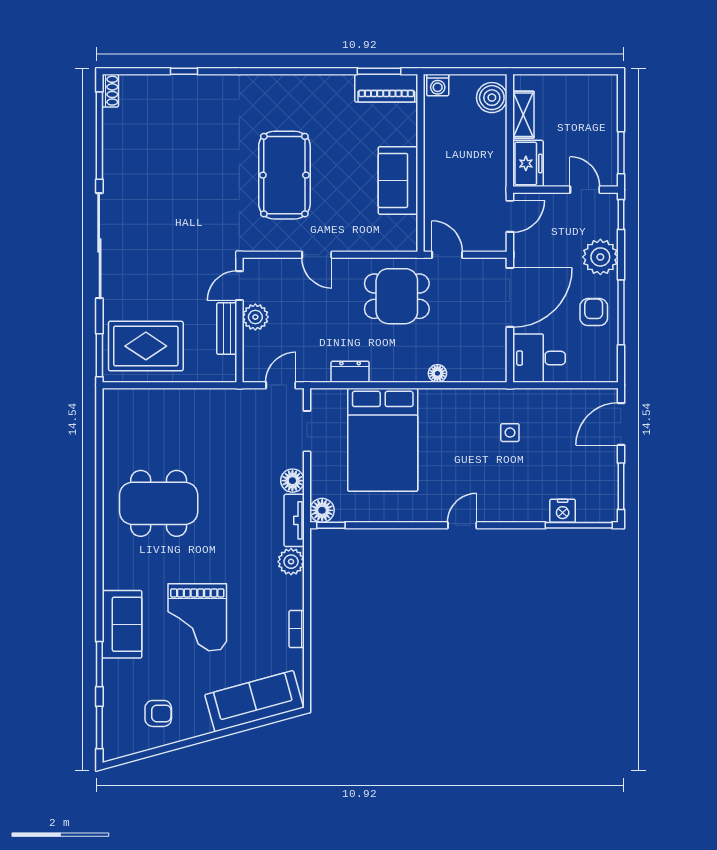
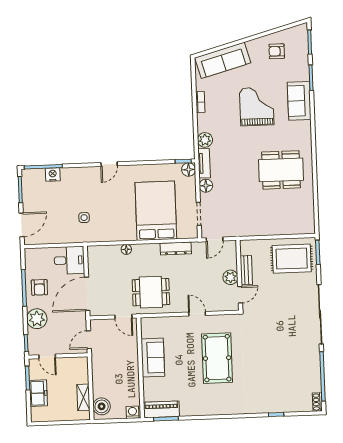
freezer: (528, 163) -> (38, 393), moved, turned 180
dresser: (350, 372) -> (176, 248), width x1.44

